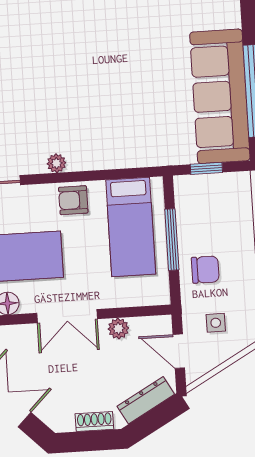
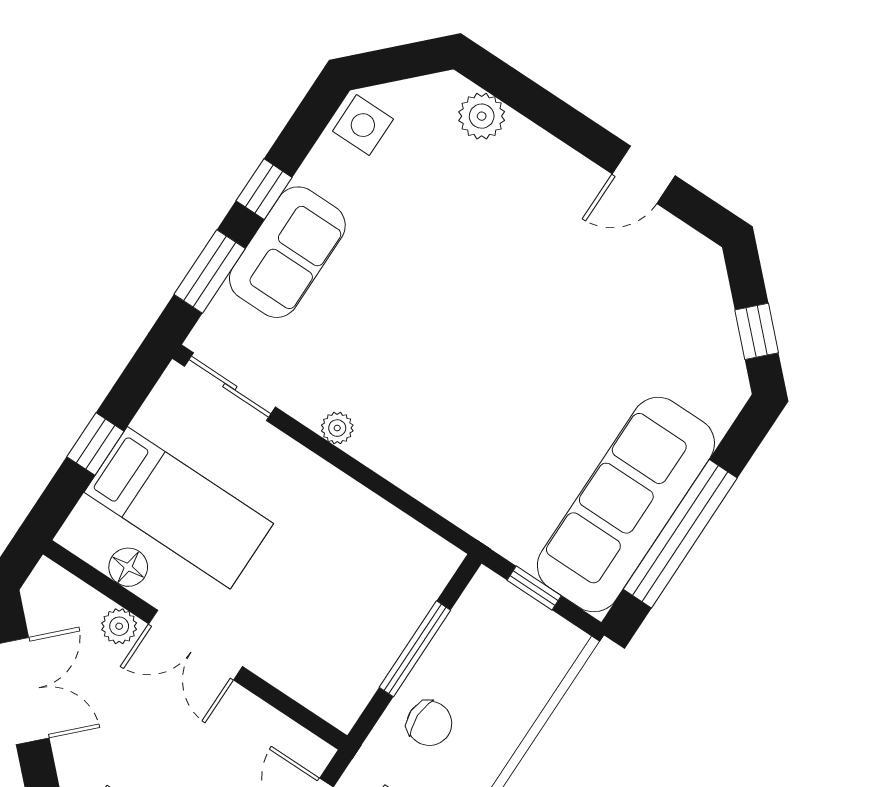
armchair: (73, 200) -> (322, 495), removed
bed: (131, 227) -> (372, 590), removed
plant: (118, 329) -> (119, 626), moved

